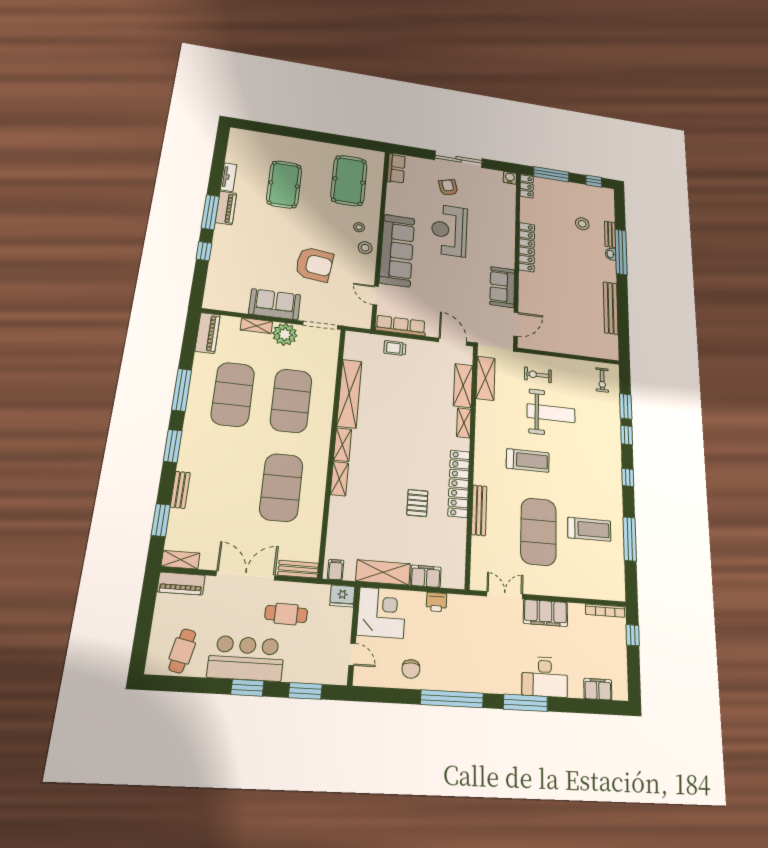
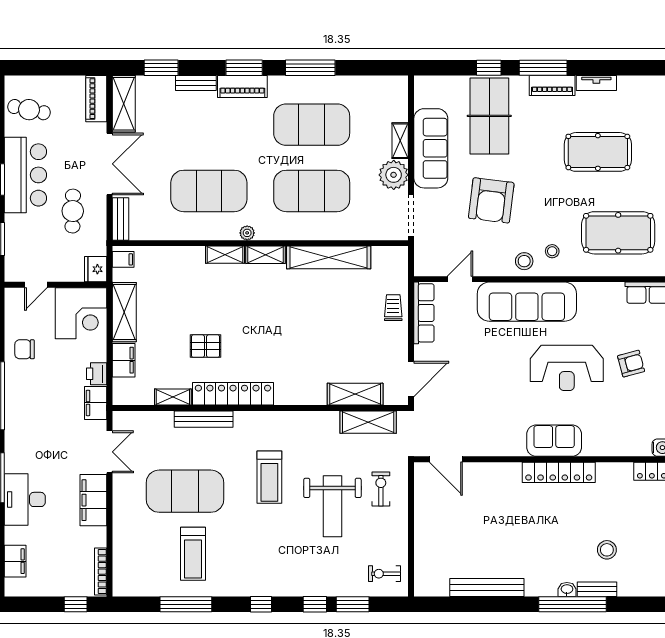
reception desk: (449, 230) -> (567, 368), turned 180
table tennis table: (245, 256) -> (489, 116), added
sofa: (502, 287) -> (554, 441), moved
sofa: (275, 304) -> (431, 148), width x1.36
piano: (208, 333) -> (242, 86), moved
shelving: (464, 423) -> (173, 397), moved
plant: (322, 458) -> (247, 233), added
shelving: (181, 560) -> (124, 104), width x1.50, depth x1.33
filing cabinet: (462, 605) -> (96, 403), added

